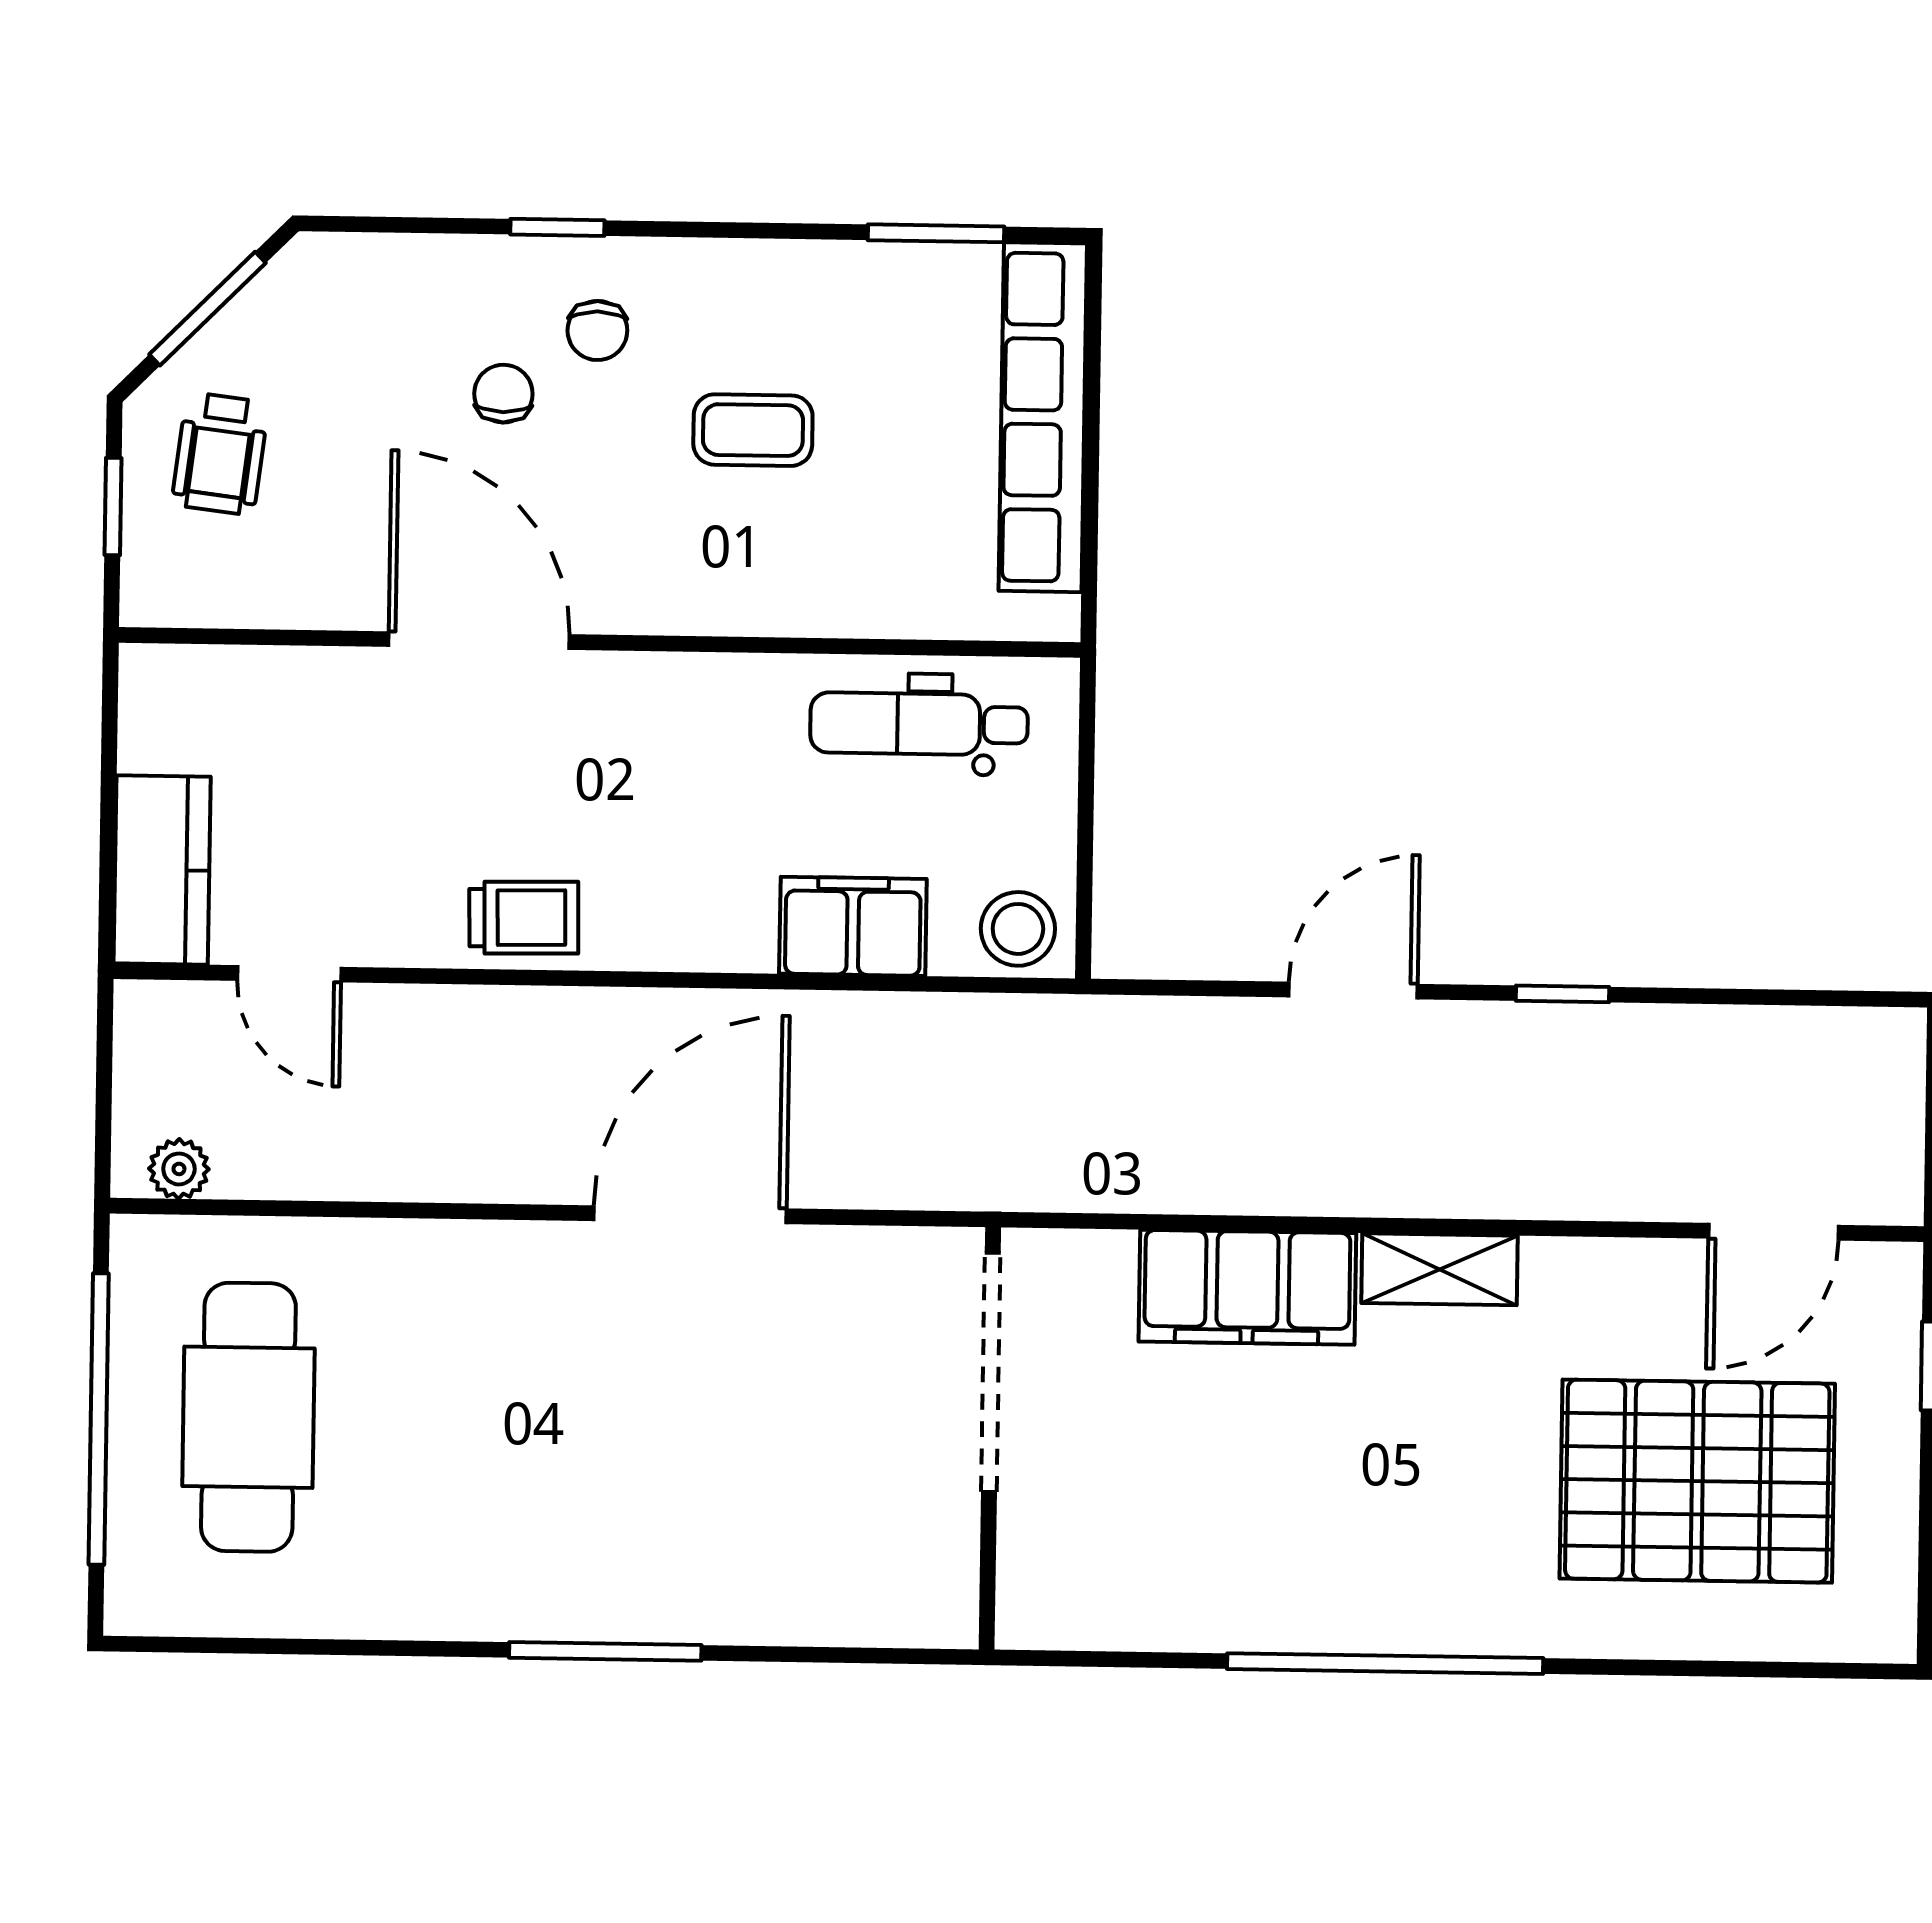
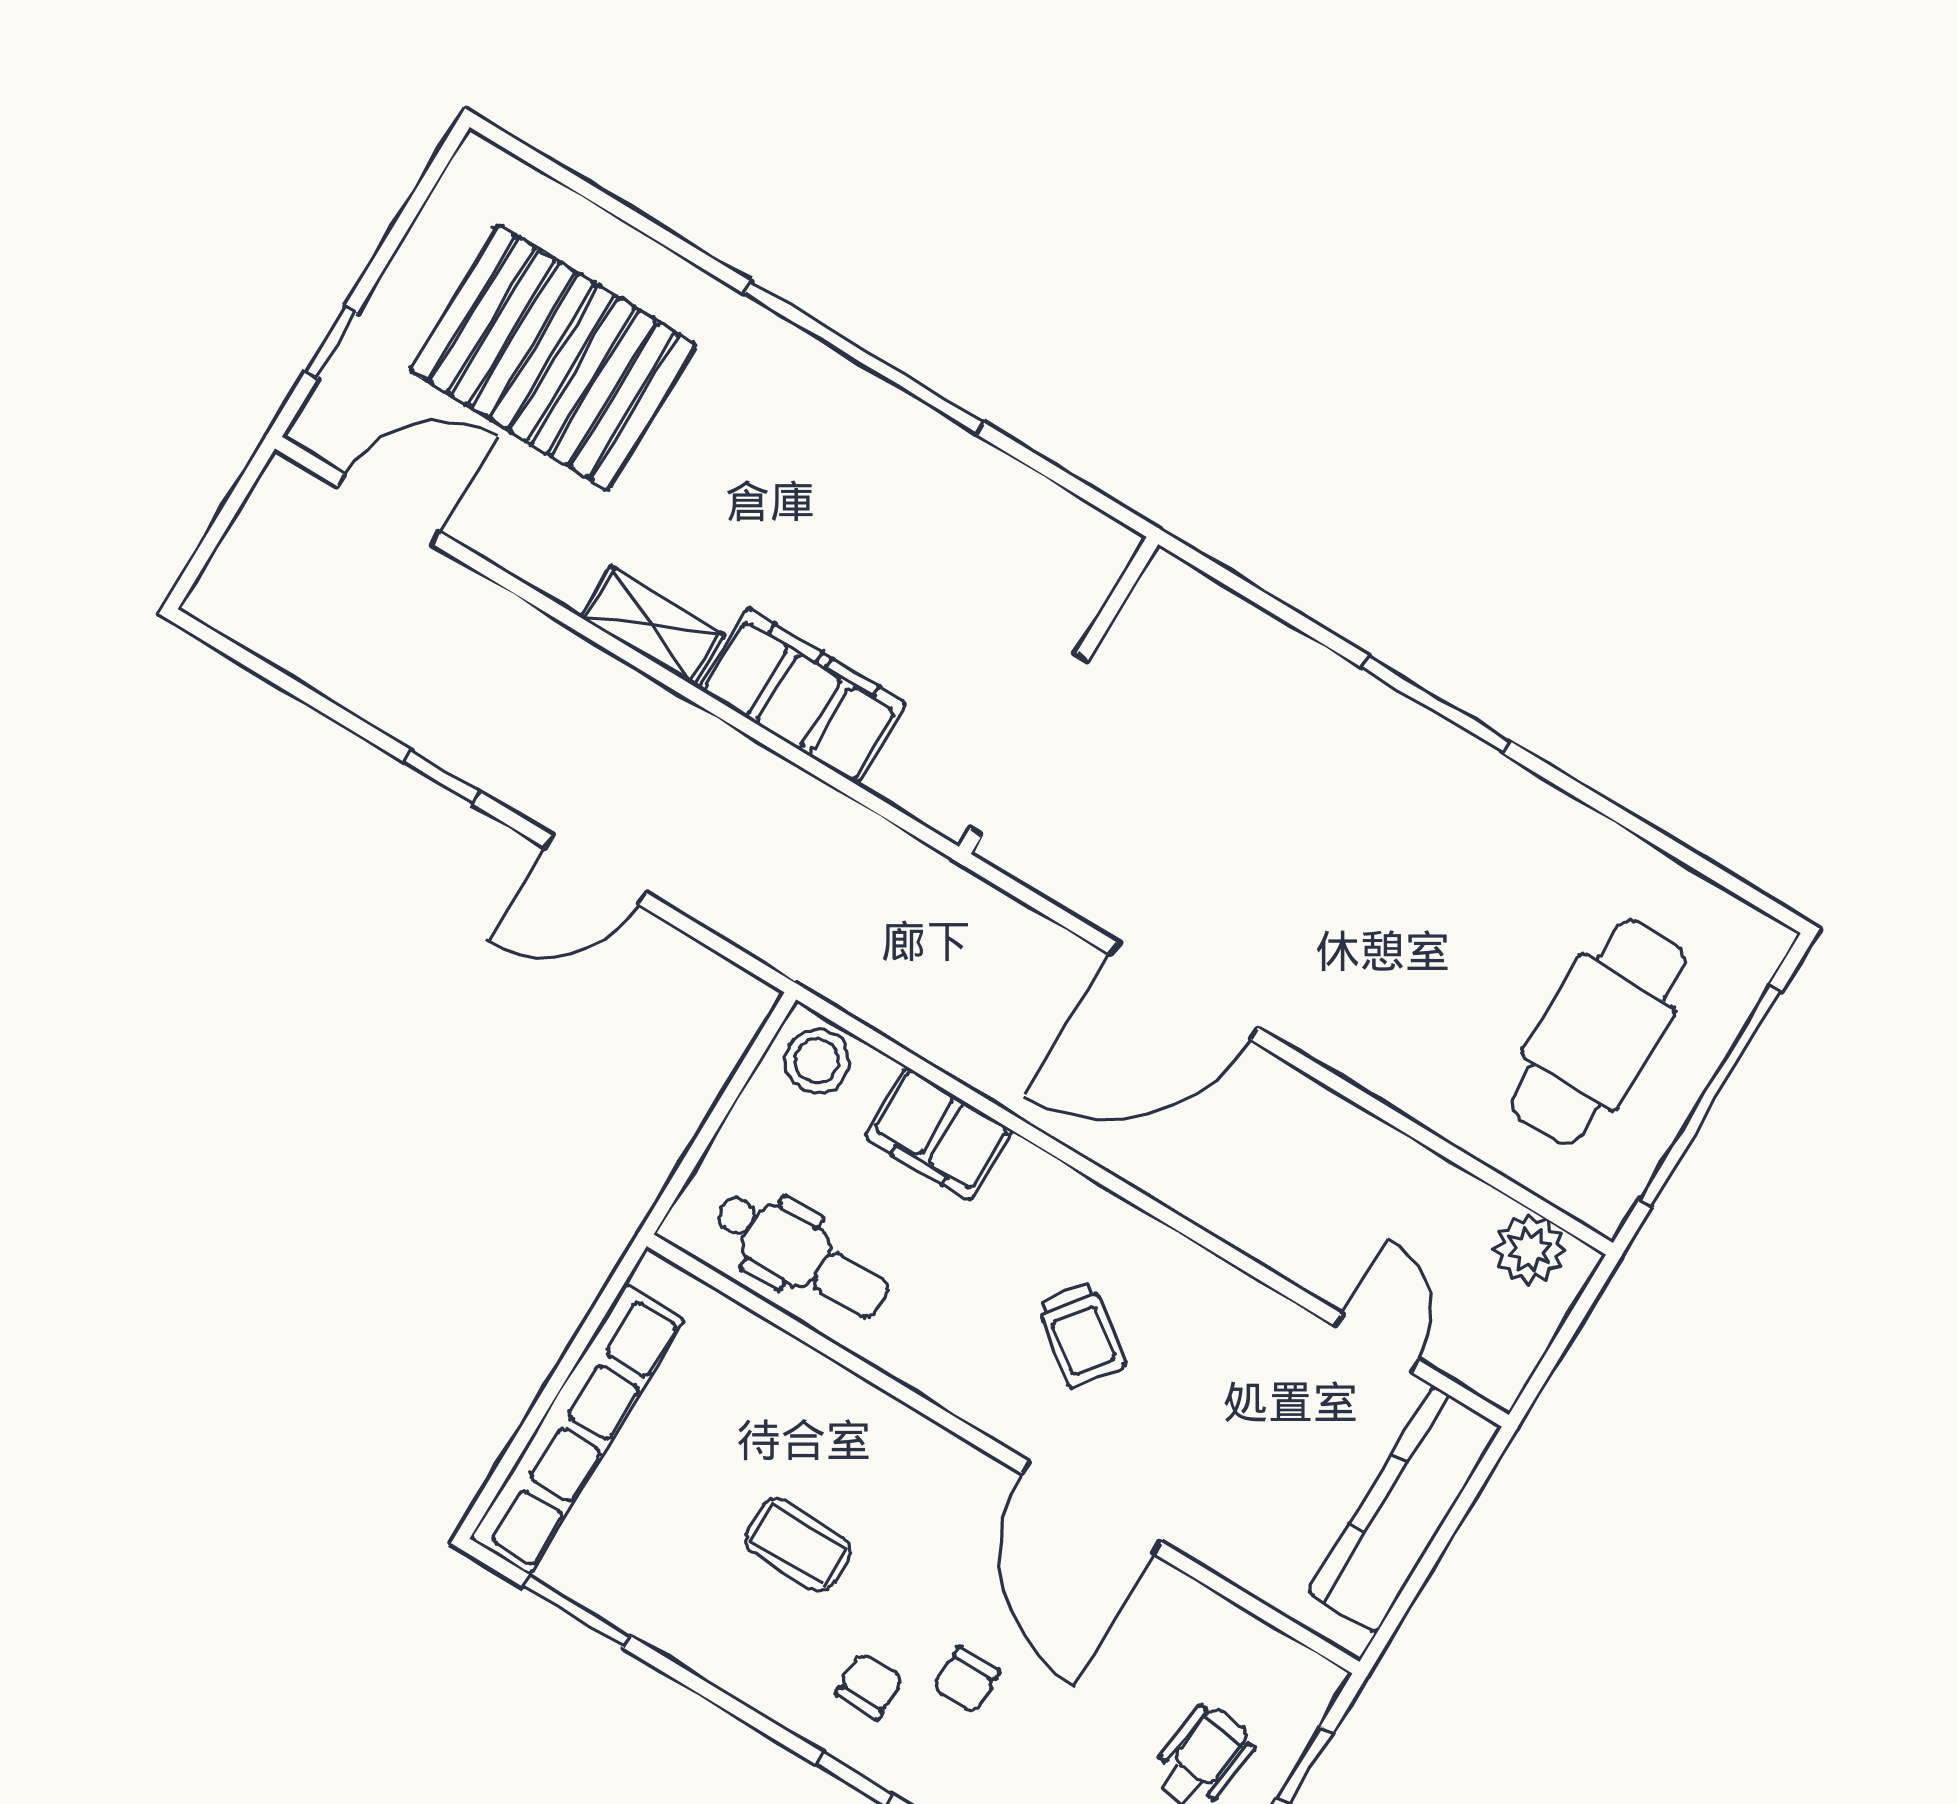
kitchen counter: (162, 870) -> (1405, 1509), width x1.50
trolley: (524, 918) -> (1081, 1335), moved, turned -142
plant: (179, 1169) -> (1529, 1249), width x1.38, depth x1.38

